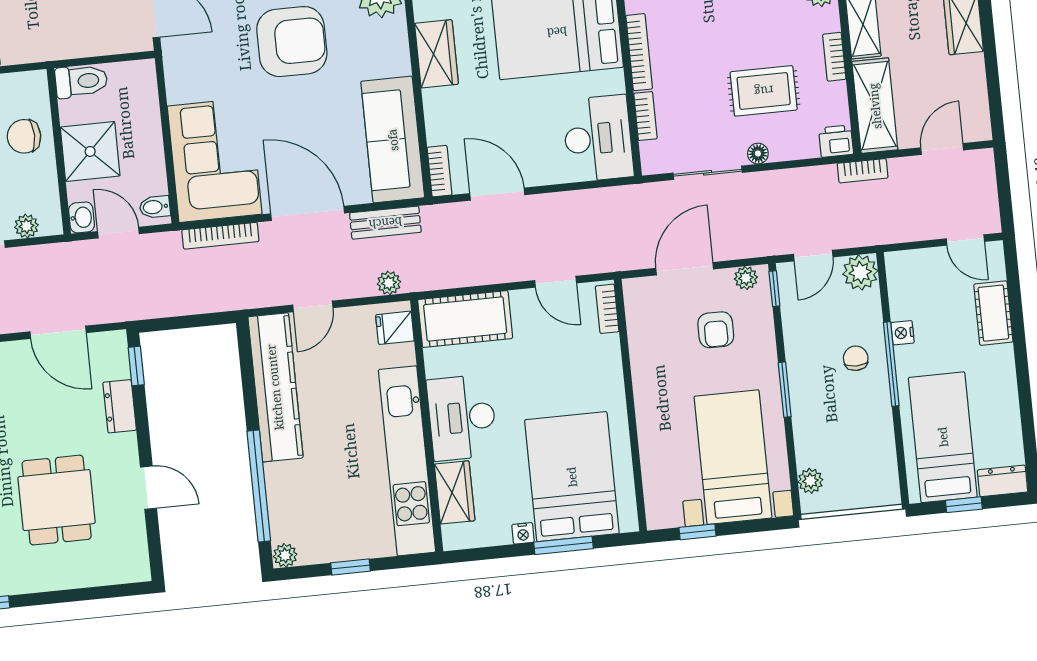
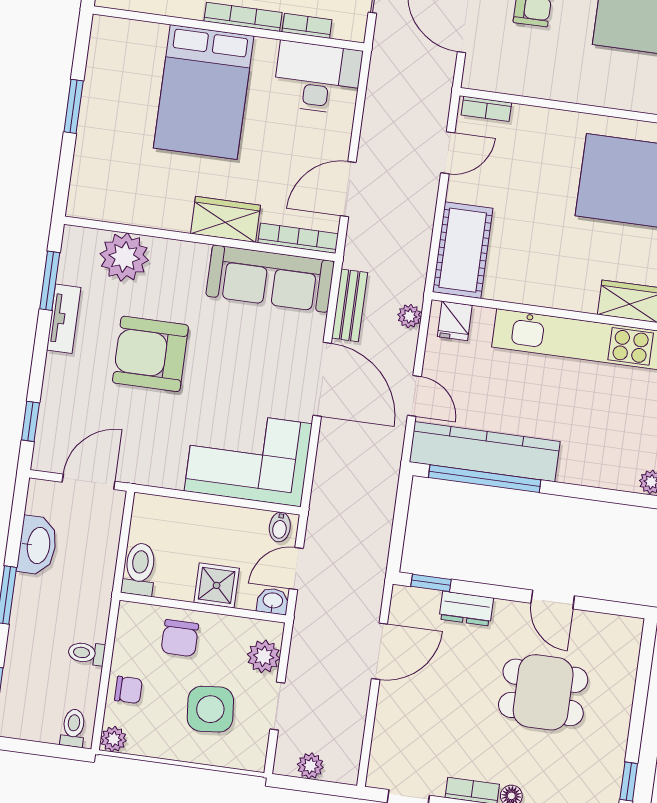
armchair: (292, 42) -> (150, 354), turned -90
wardrobe: (436, 54) -> (226, 219), moved
shower: (90, 151) -> (217, 585), width x0.73, depth x0.73
bookcase: (440, 171) -> (298, 238), width x1.56
door: (308, 213) -> (322, 379), swing flipped
plant: (26, 226) -> (264, 656), width x1.38, depth x1.38
bookcase: (220, 236) -> (323, 470), removed
desk: (462, 418) -> (558, 277), removed
window: (259, 486) -> (485, 479), moved
door: (149, 488) -> (553, 600), swing flipped

